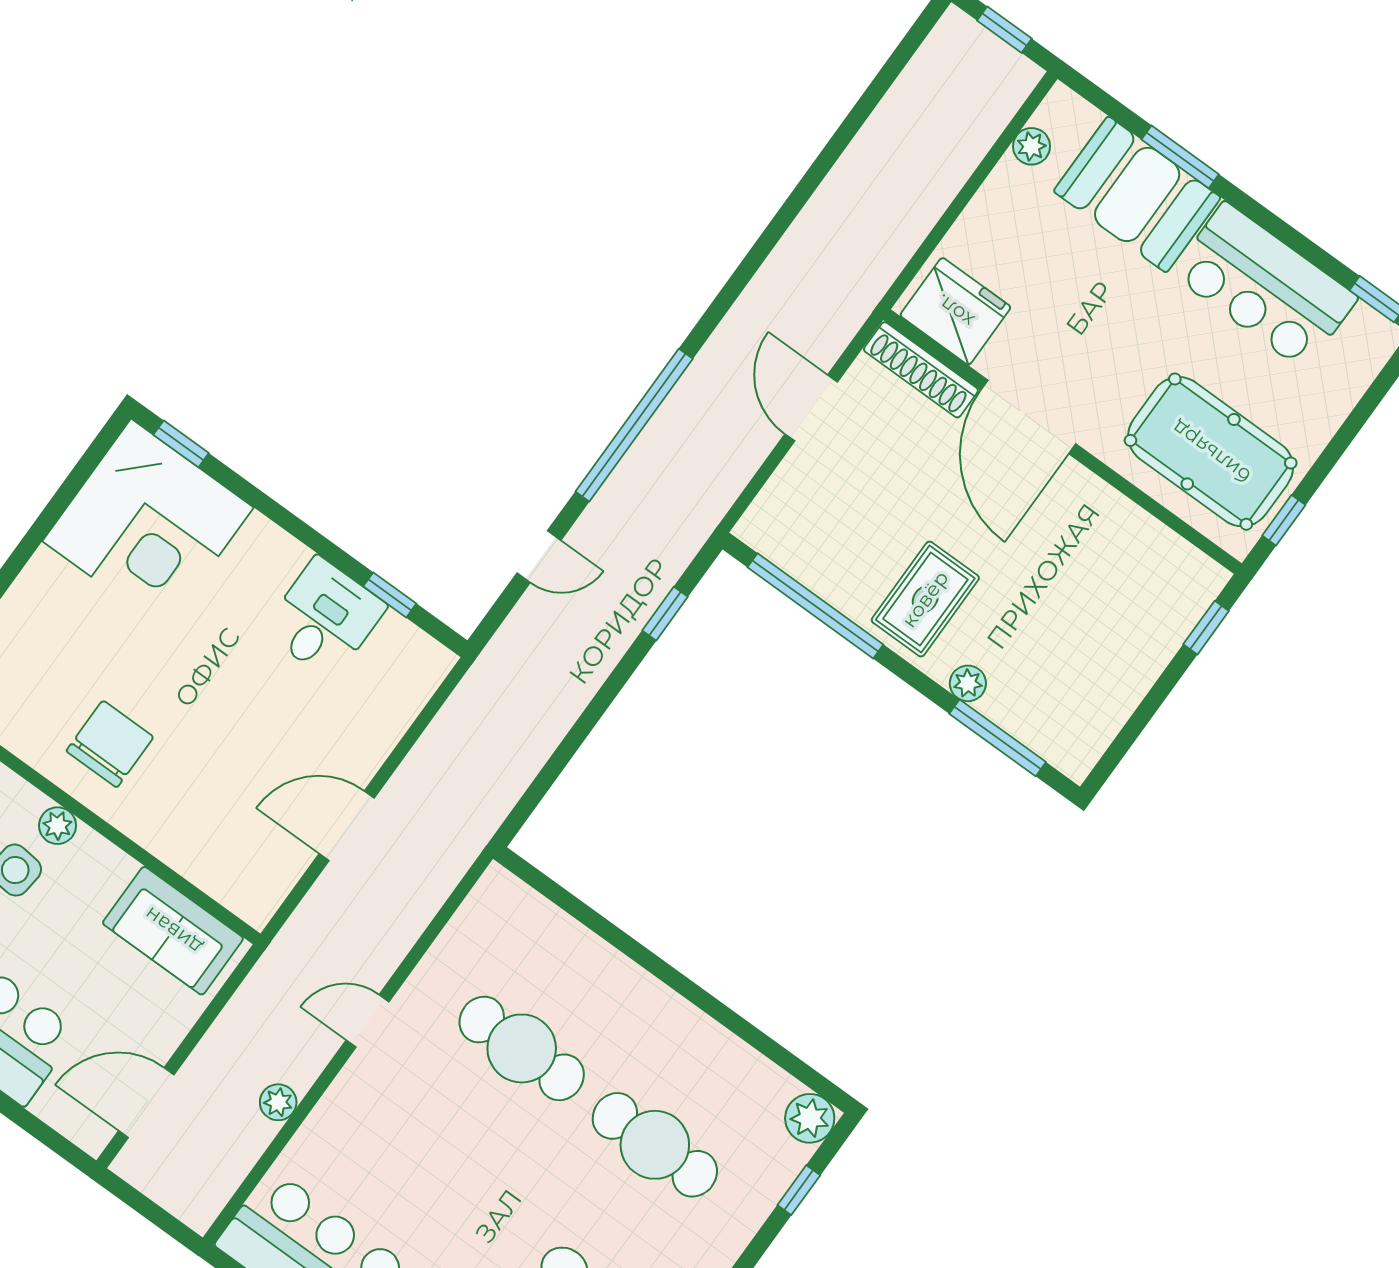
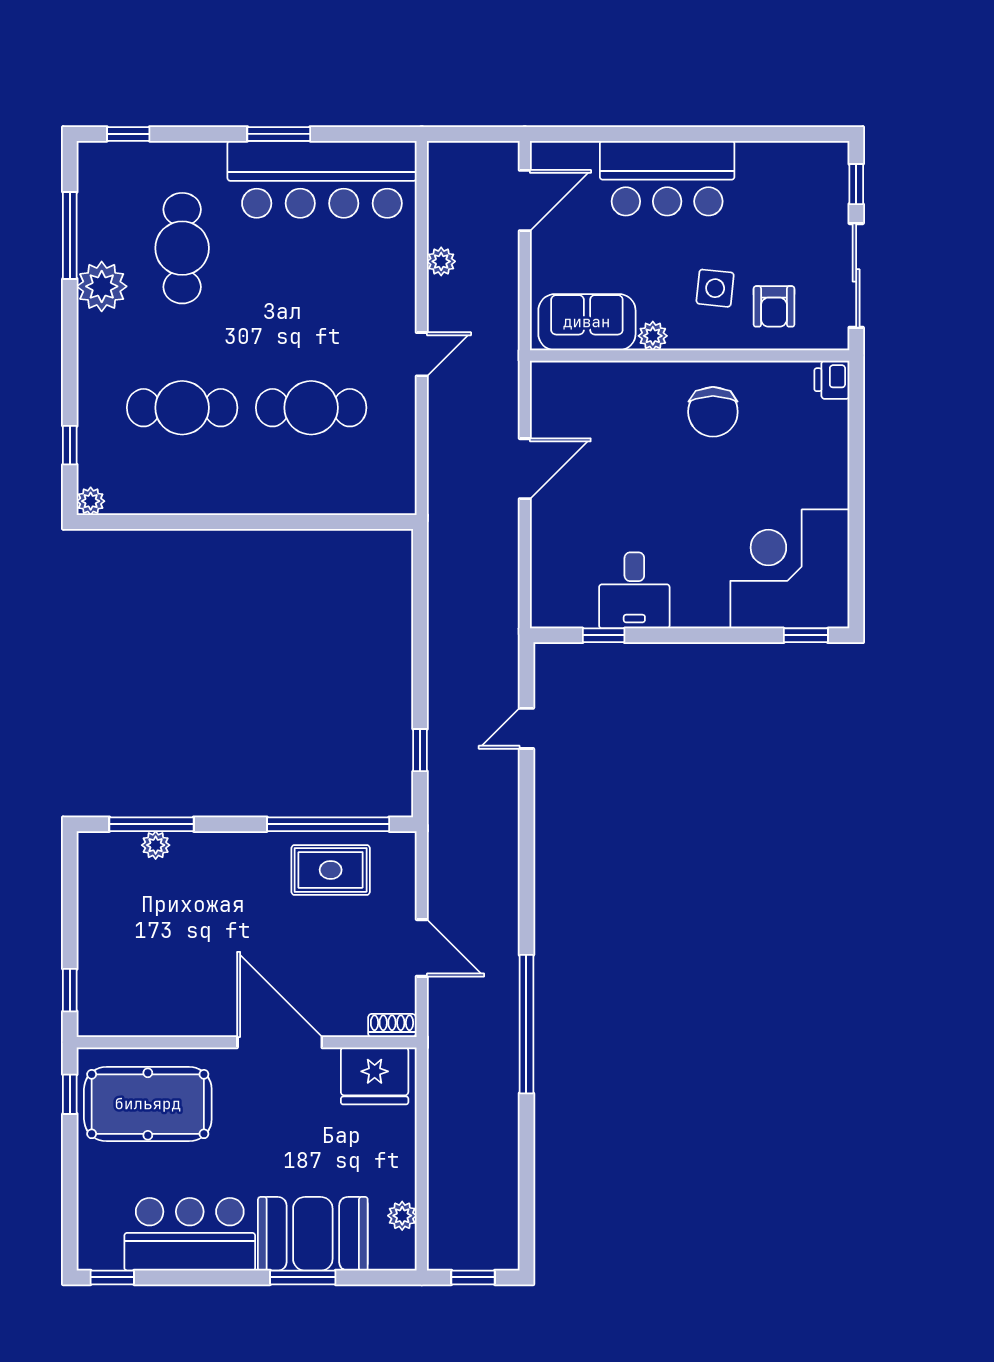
shoe rack: (921, 370) -> (392, 1026), width x0.51, depth x0.81
window: (634, 425) -> (526, 1024), moved
rug: (925, 599) -> (331, 870), moved, turned 90
plant: (968, 683) -> (156, 845), moved
plant: (58, 826) -> (653, 336), moved
plant: (810, 1118) -> (91, 501), width x0.73, depth x0.73

